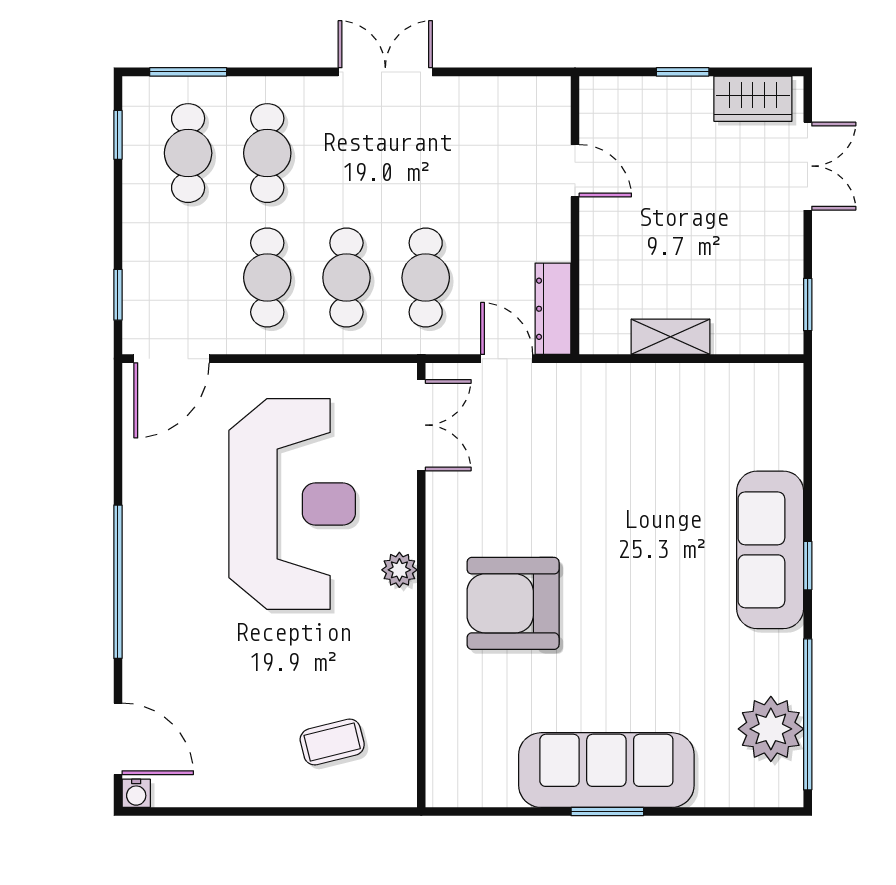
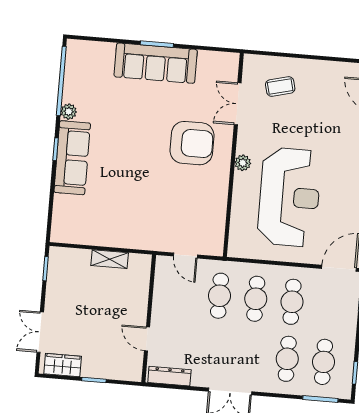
dresser: (553, 309) -> (169, 376), moved, turned -90
double door: (421, 425) -> (238, 104), moved
reception desk: (292, 504) -> (289, 197), turned 180
plant: (771, 729) -> (69, 112), moved, width x0.53, depth x0.53

